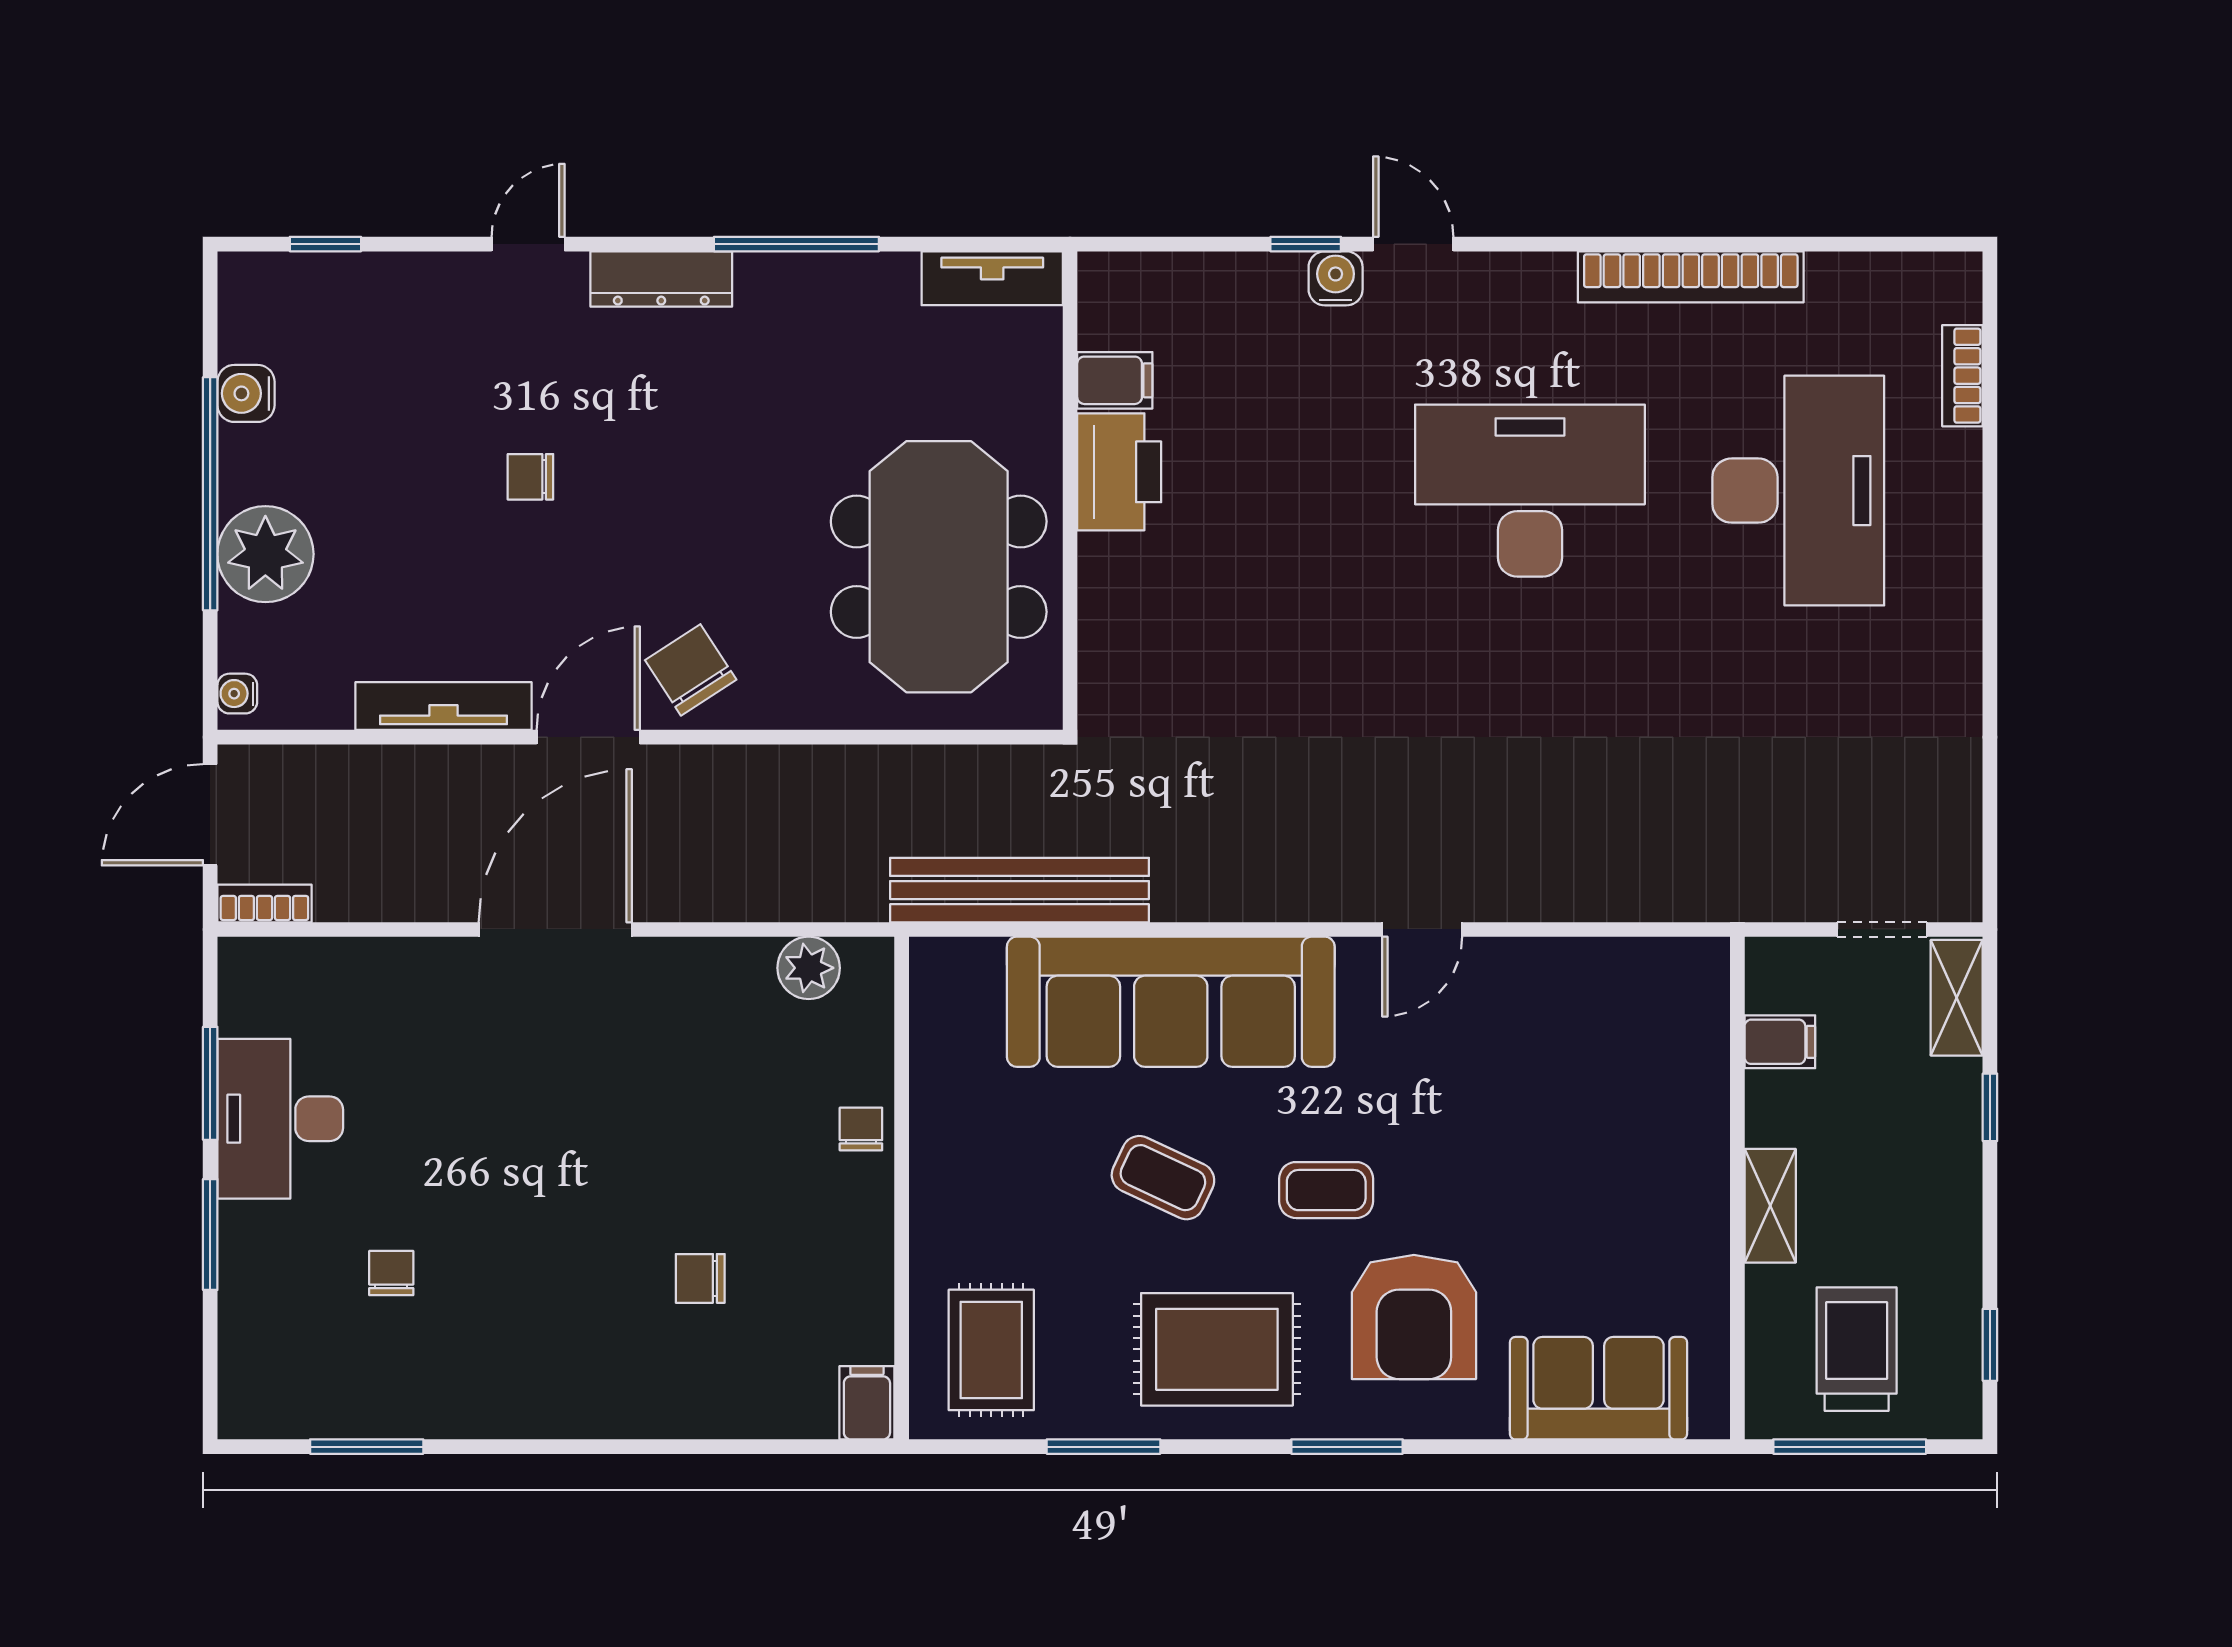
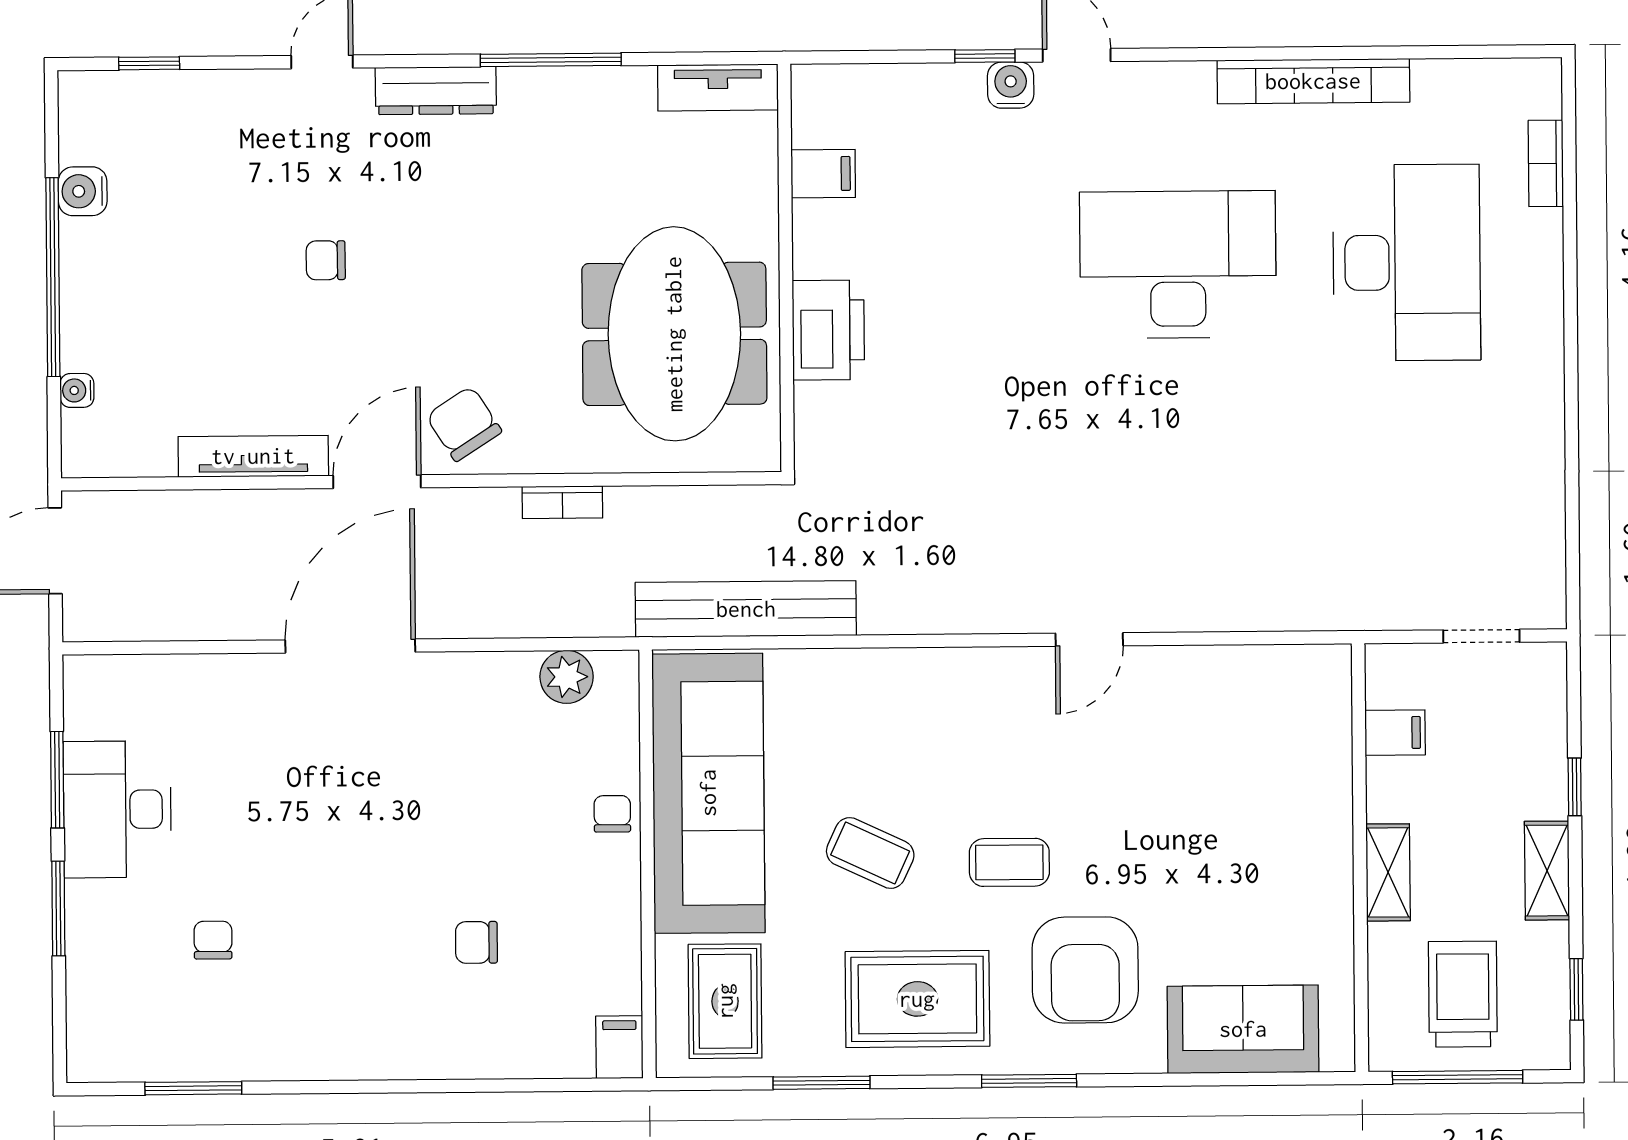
printer: (1119, 472) -> (828, 330), moved
plant: (265, 554) -> (100, 328), removed
water cooler: (237, 694) -> (77, 390), moved
bookcase: (264, 903) -> (562, 502), moved, turned 180
shelving: (1957, 998) -> (1547, 871), moved
sofa: (1171, 1002) -> (708, 793), moved, turned -90

